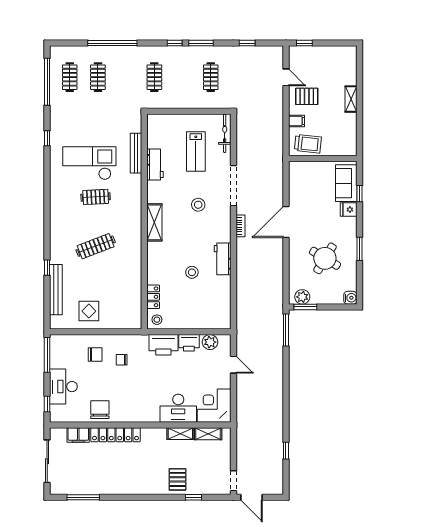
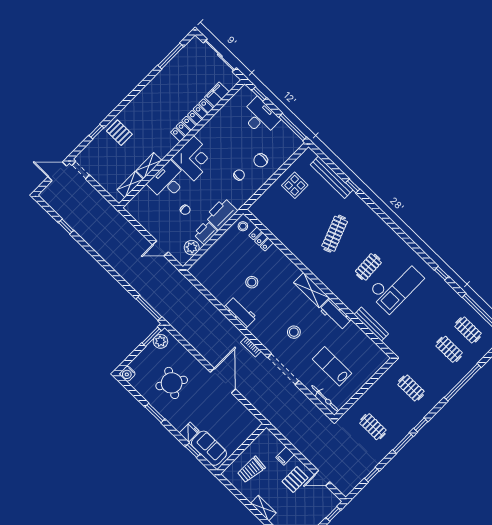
trolley: (308, 144) -> (251, 470), moved
workbench: (155, 165) -> (335, 314), moved
corner desk: (214, 406) -> (194, 158), moved
chair: (100, 410) -> (185, 210), moved, width x0.54, depth x0.54

